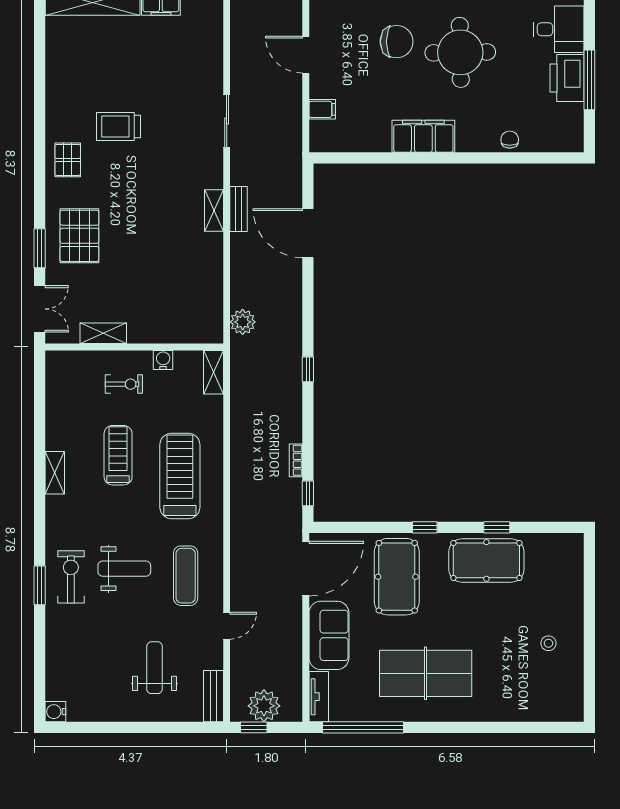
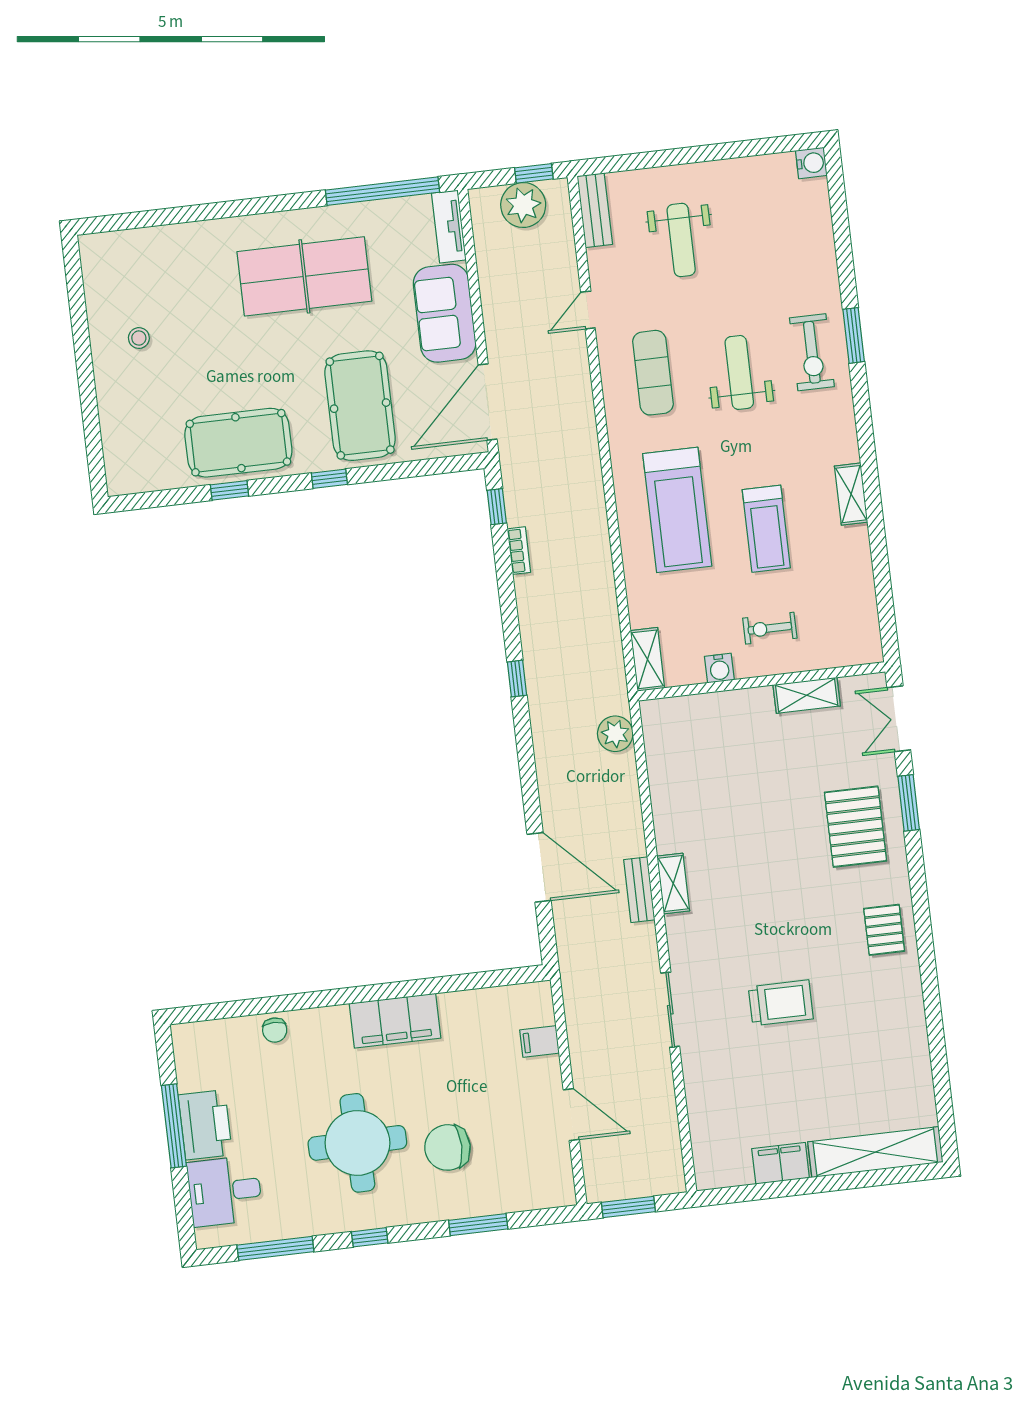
trolley: (119, 127) -> (781, 1003), moved
weight bench: (124, 569) -> (739, 372), turned 90

